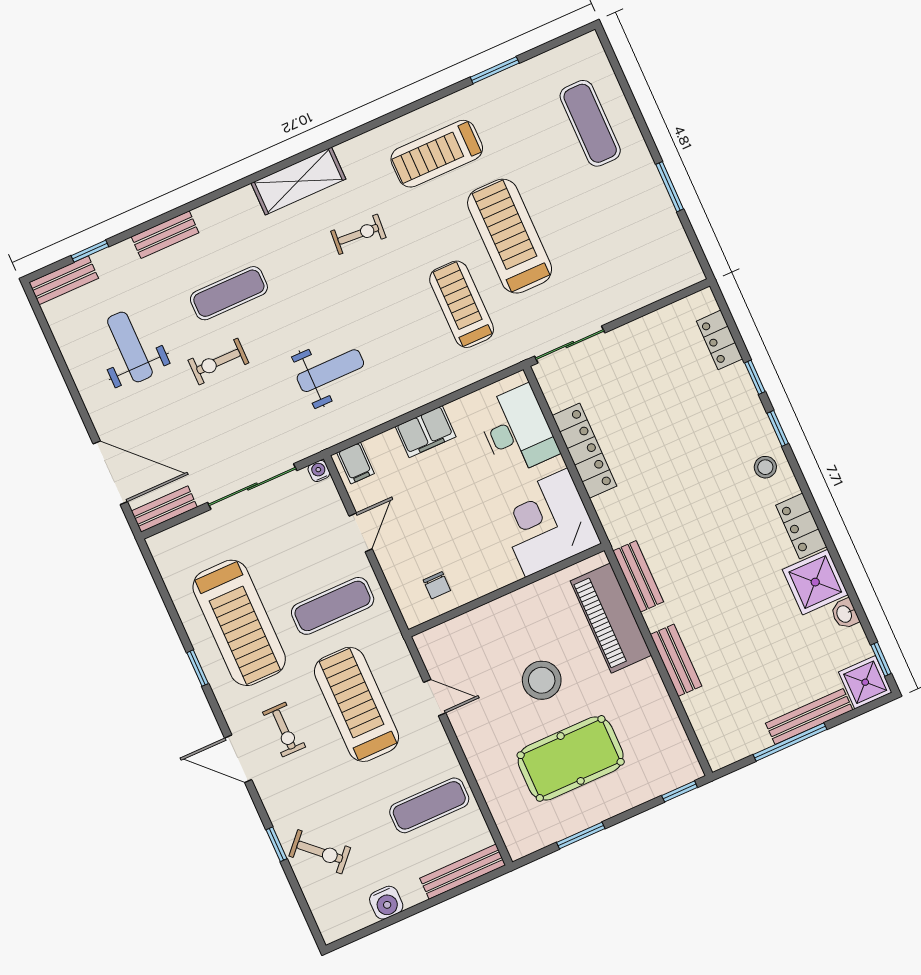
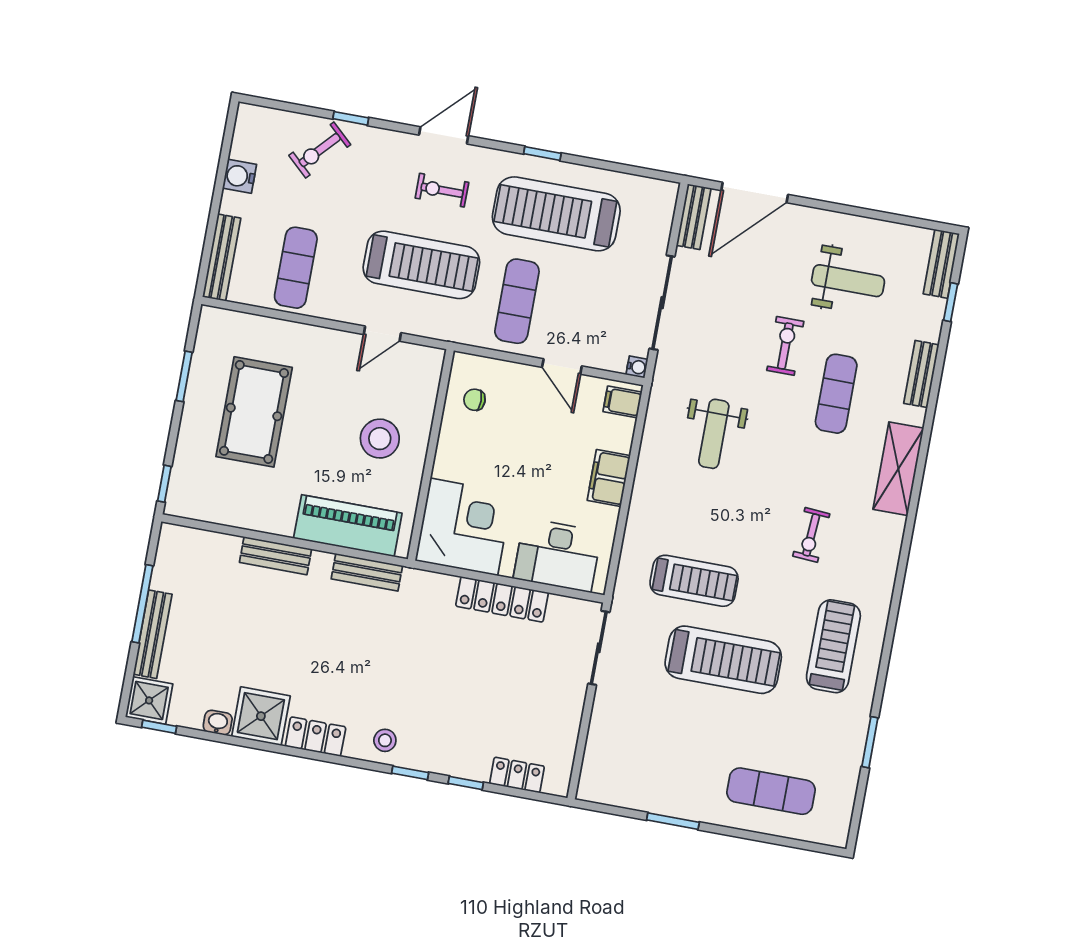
shelving: (298, 181) -> (898, 469), moved
stool: (542, 680) -> (380, 439), moved

